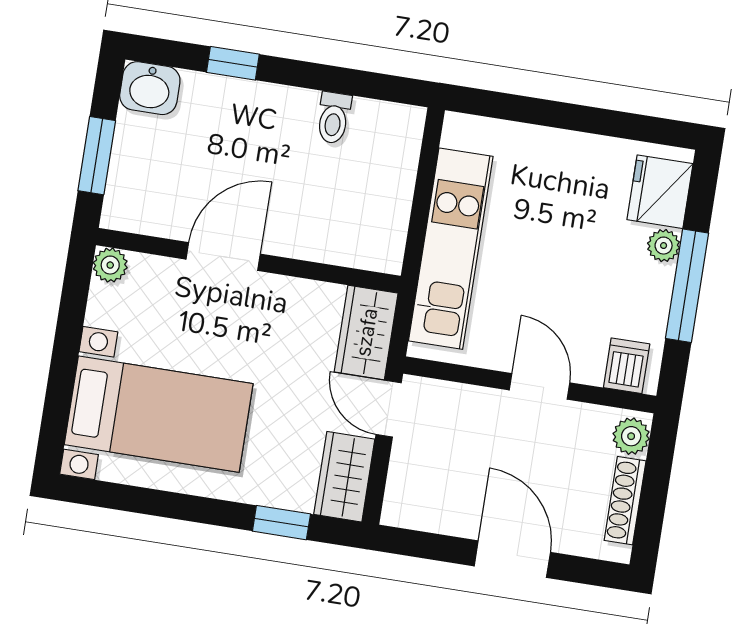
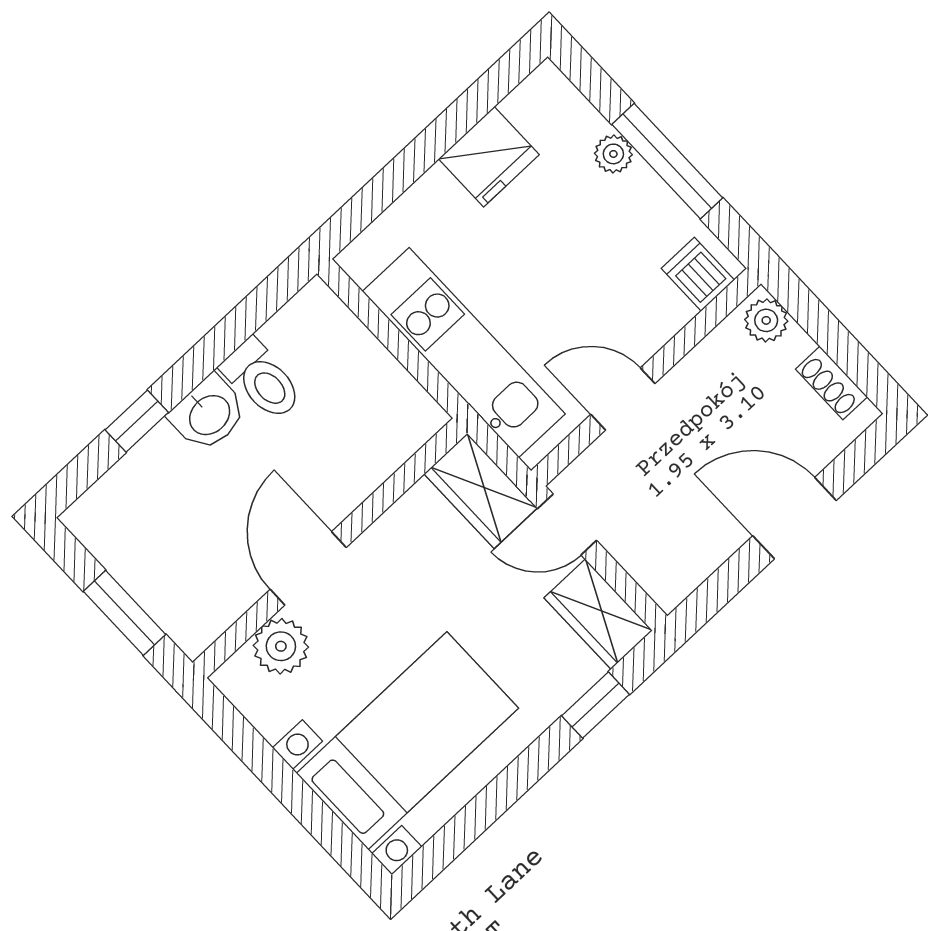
washbasin: (150, 88) -> (208, 414), moved
toilet: (334, 118) -> (262, 380), width x1.37, depth x1.39
fridge: (660, 192) -> (489, 157), moved, turned -90
plant: (110, 265) -> (281, 646), moved, width x1.38, depth x1.38
door: (539, 386) -> (623, 399), moved
shoe rack: (625, 501) -> (831, 383), width x0.70

